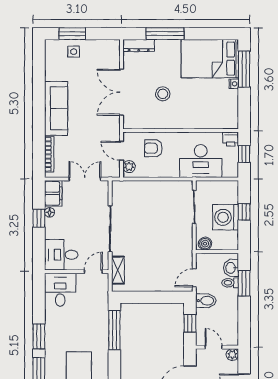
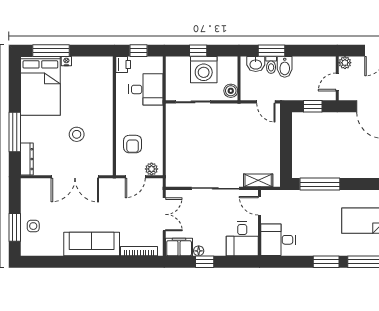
desk: (201, 161) -> (146, 89), width x0.73
double door: (85, 179) -> (164, 214), swing flipped
bidet: (206, 301) -> (285, 67), moved, turned 180

